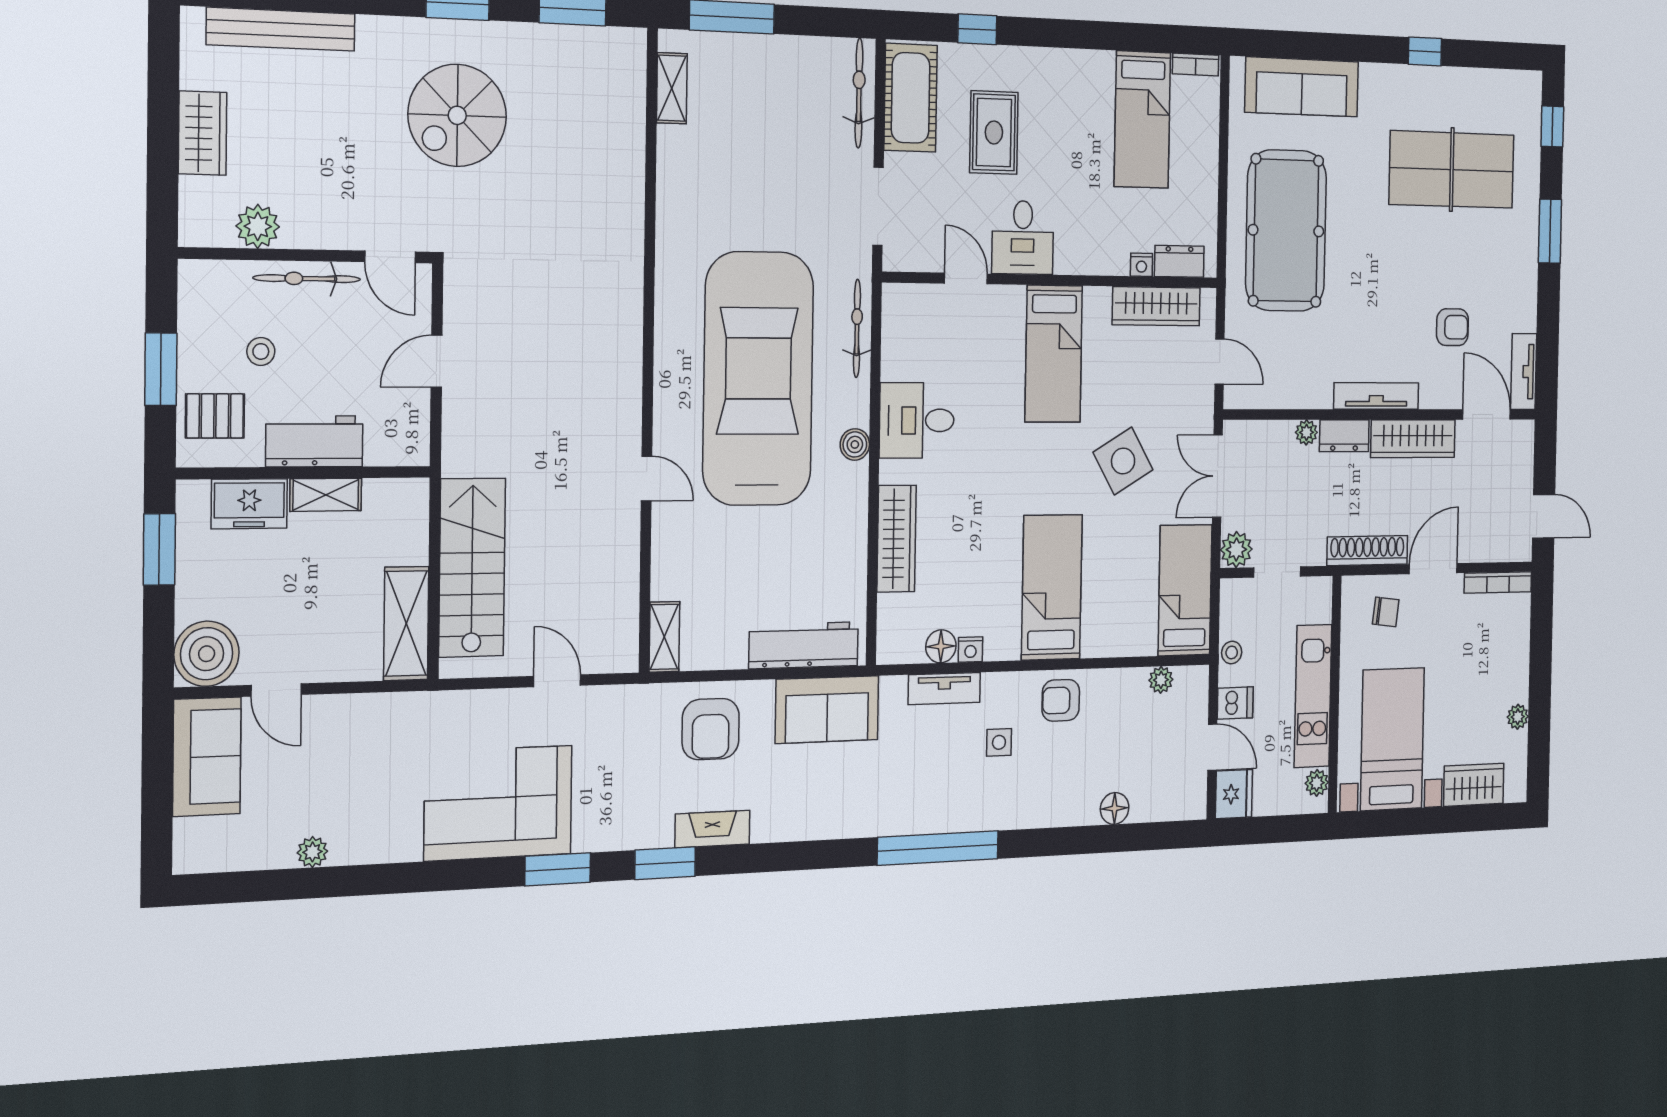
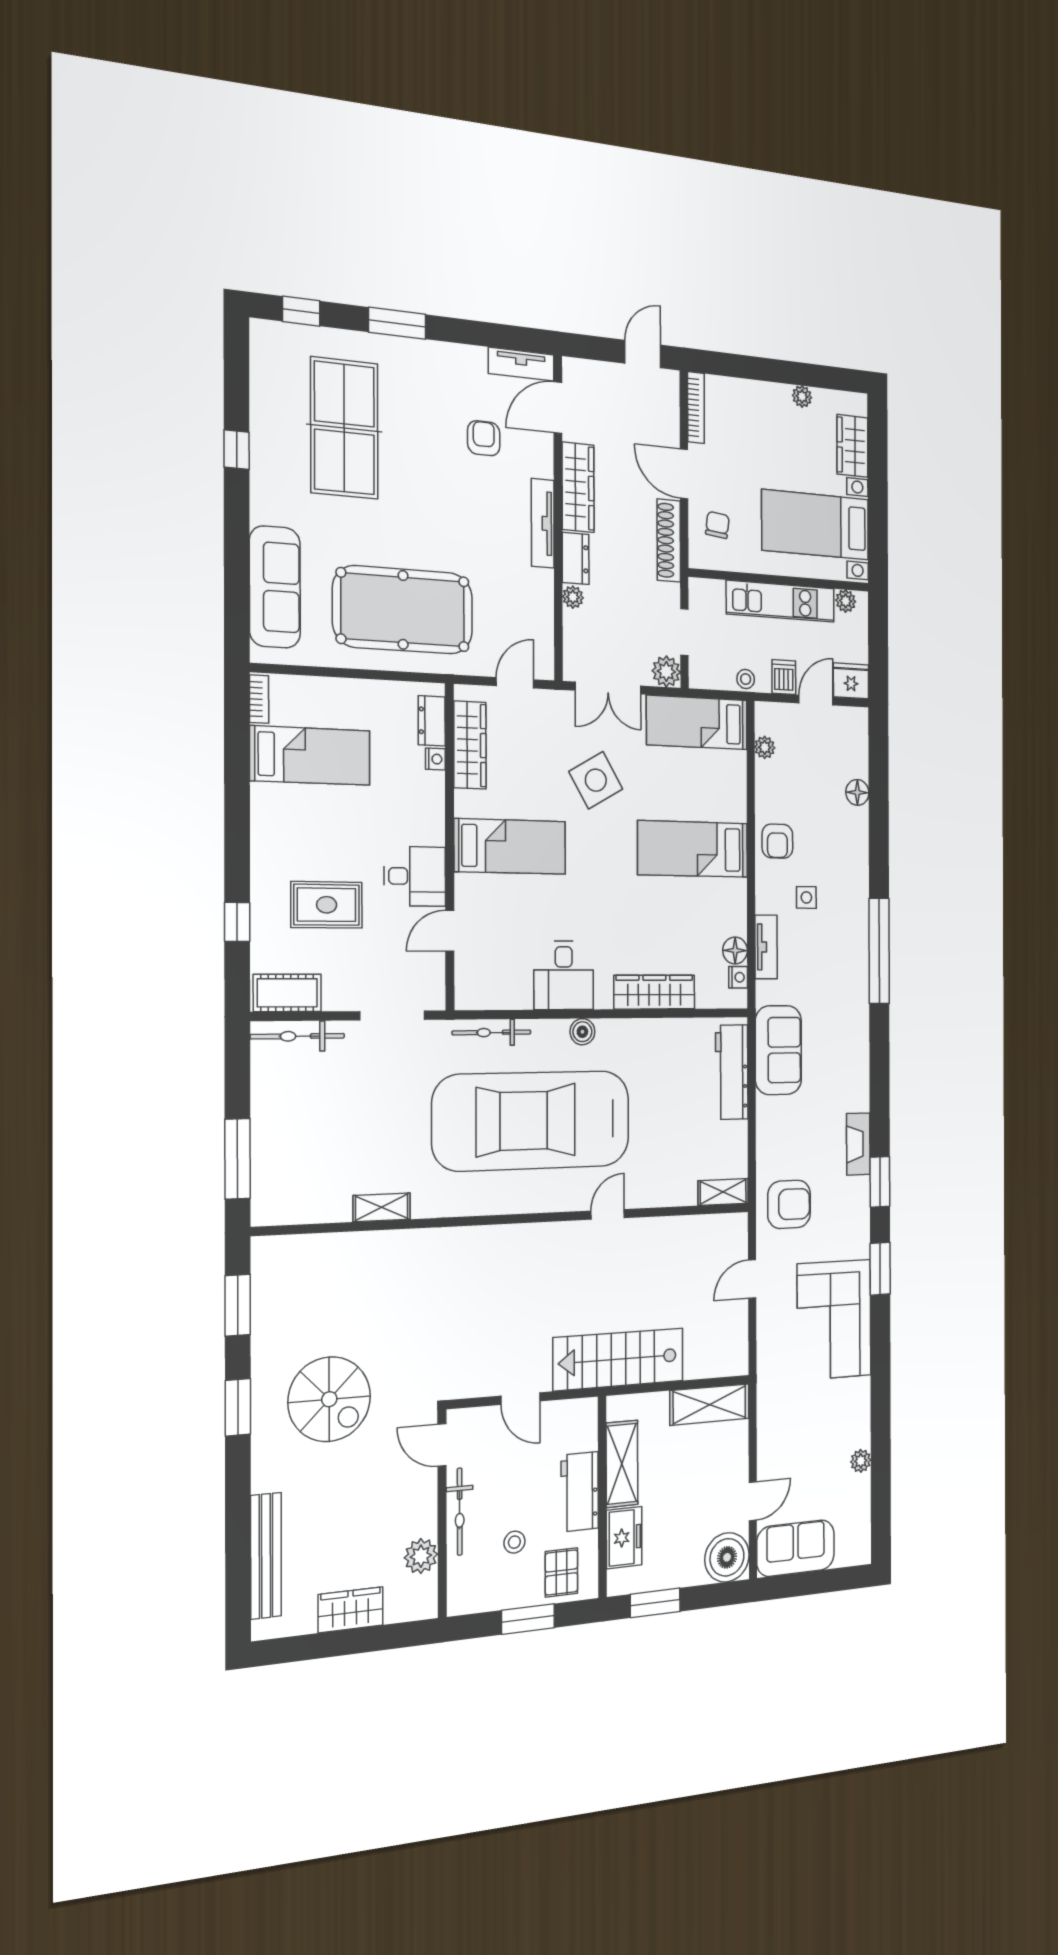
shelving: (672, 88) -> (382, 1207), moved
cot: (911, 98) -> (287, 993), width x0.73, depth x0.75
door: (390, 257) -> (442, 1445), swing flipped
shelving: (326, 495) -> (622, 1464), width x1.50, depth x1.33
stairs: (472, 568) -> (618, 1359), moved
nightstand: (970, 649) -> (738, 977), moved
armchair: (711, 729) -> (789, 1204), moved

